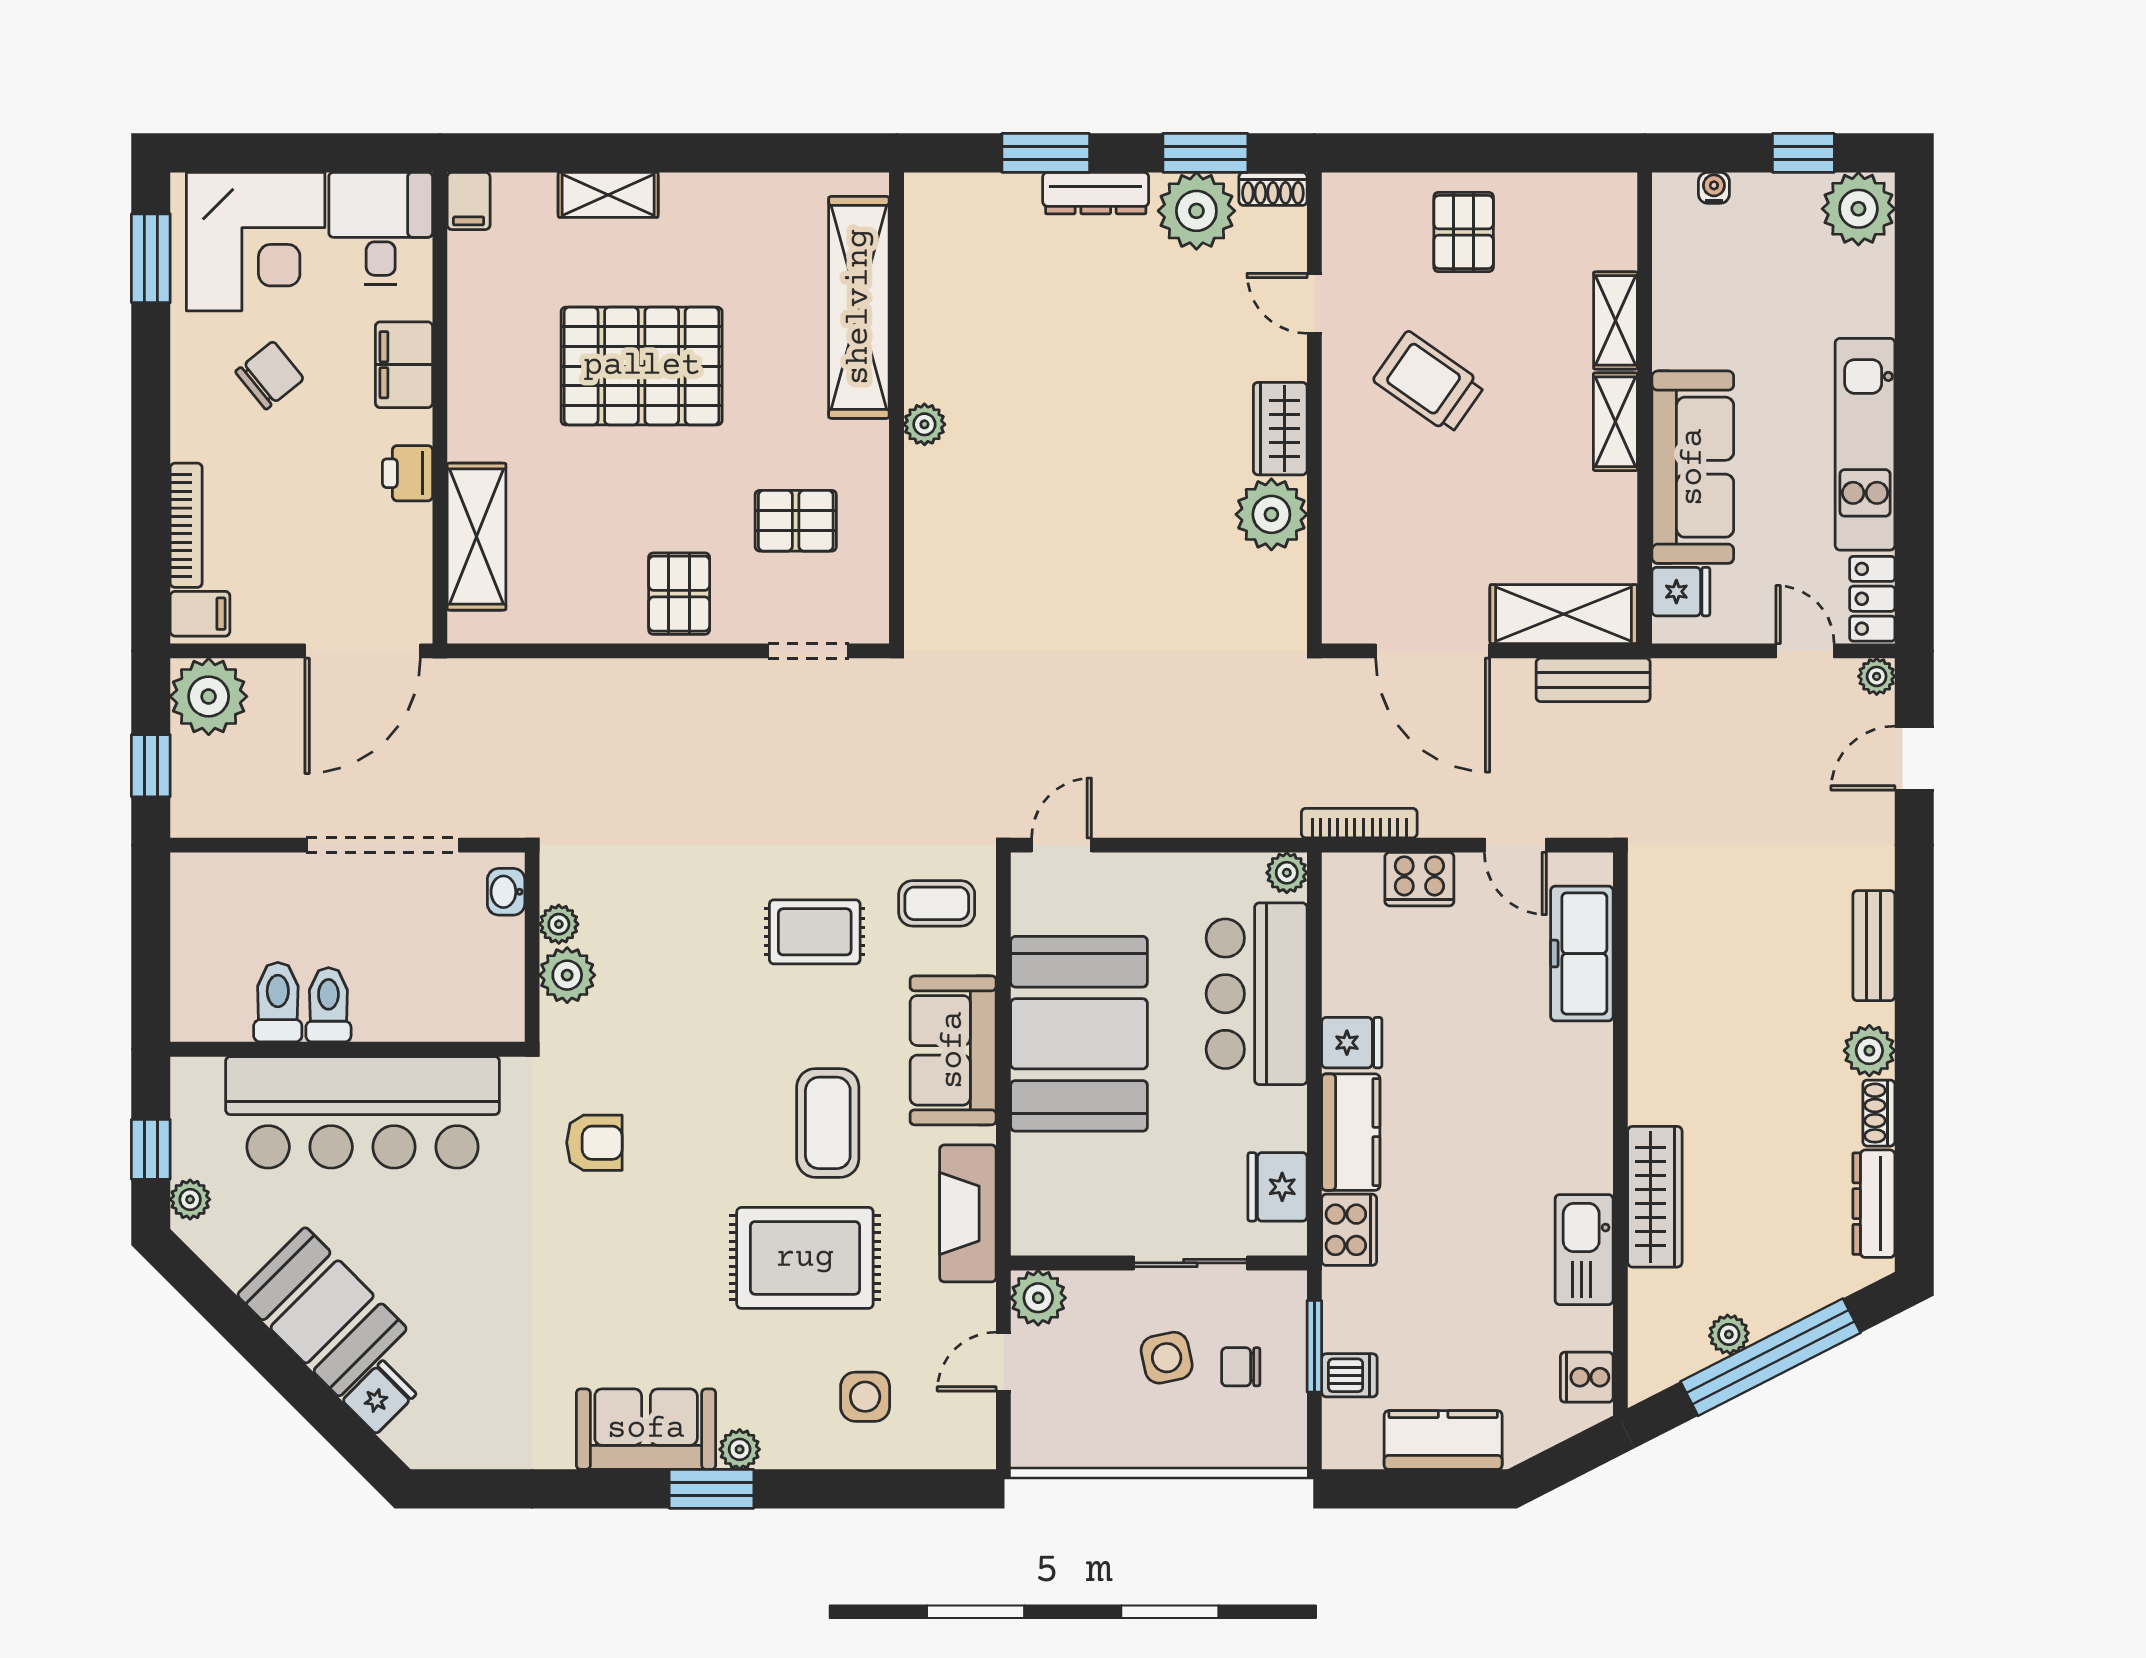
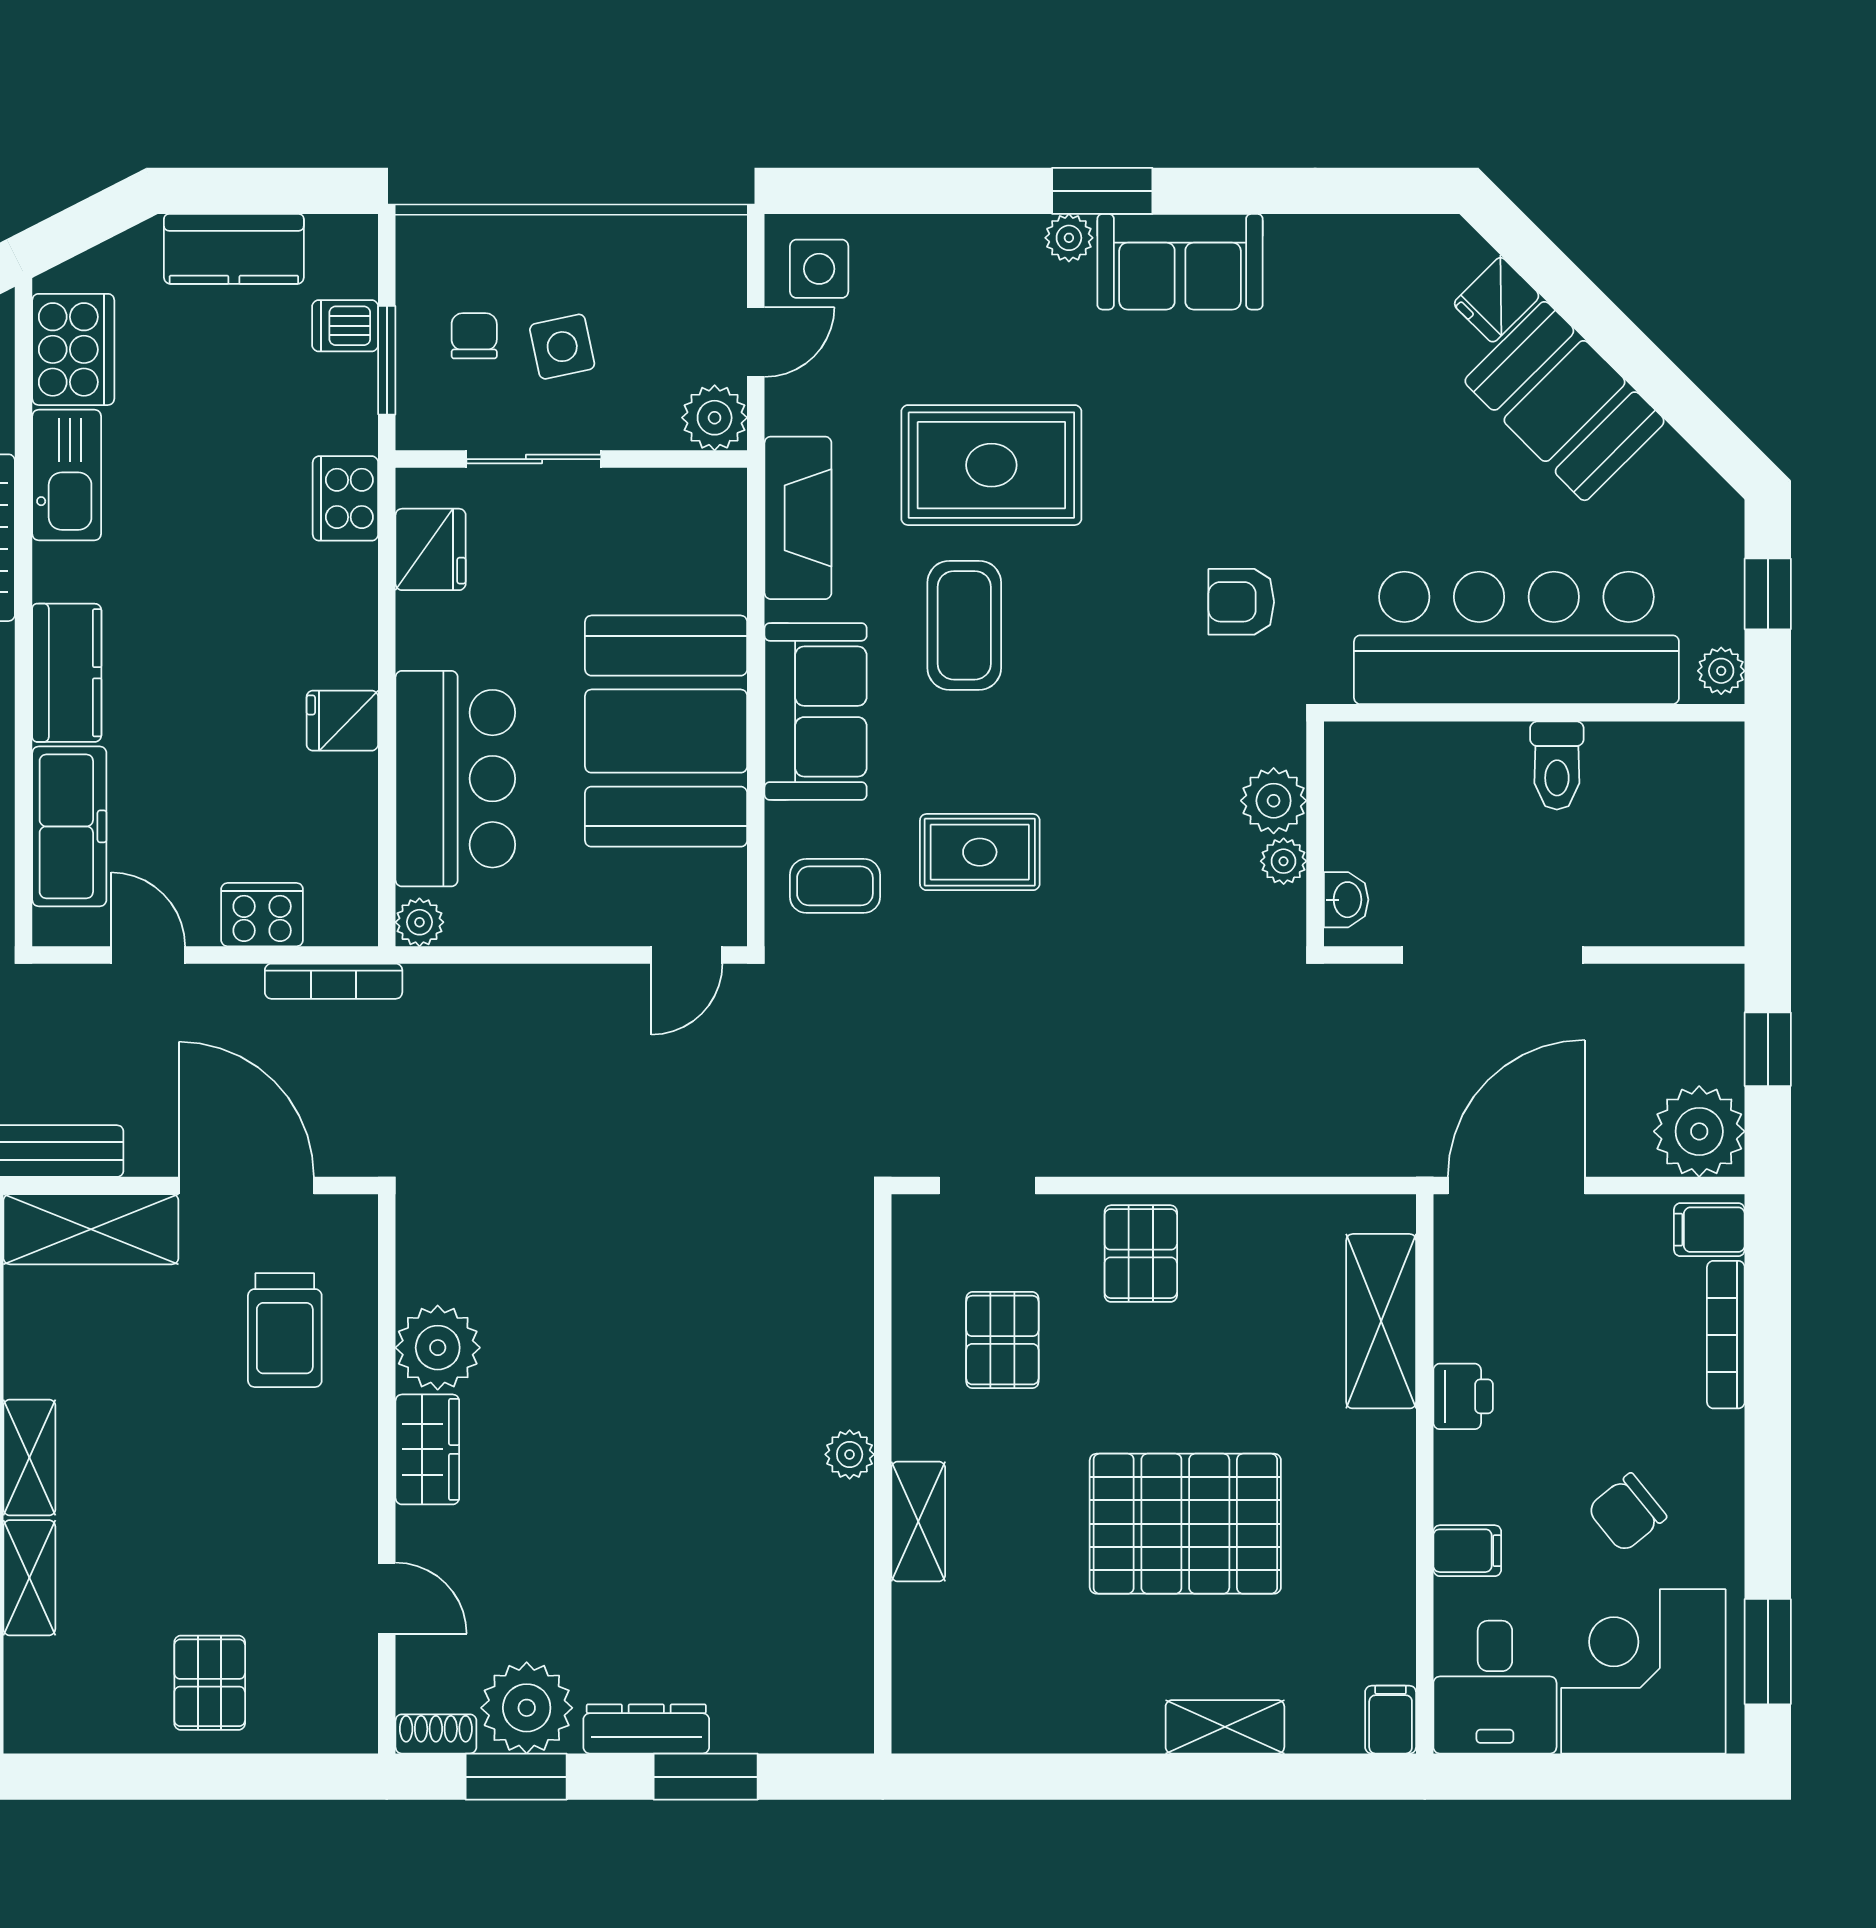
shelving: (859, 307) -> (918, 1521), width x0.45, depth x0.75
filing cabinet: (404, 365) -> (1467, 1551), width x0.50
trolley: (1429, 383) -> (285, 1330), moved, turned 55
pallet: (796, 521) -> (1002, 1340), turned 90
toilet: (278, 1002) -> (1617, 769), removed
kitchen counter: (1351, 1132) -> (67, 673), moved, turned 180
plant: (190, 1199) -> (1721, 671), moved
chair: (1241, 1367) -> (474, 336), turned -90
cooker: (1587, 1377) -> (73, 349), width x1.87, depth x1.31
side table: (865, 1397) -> (819, 269), moved

